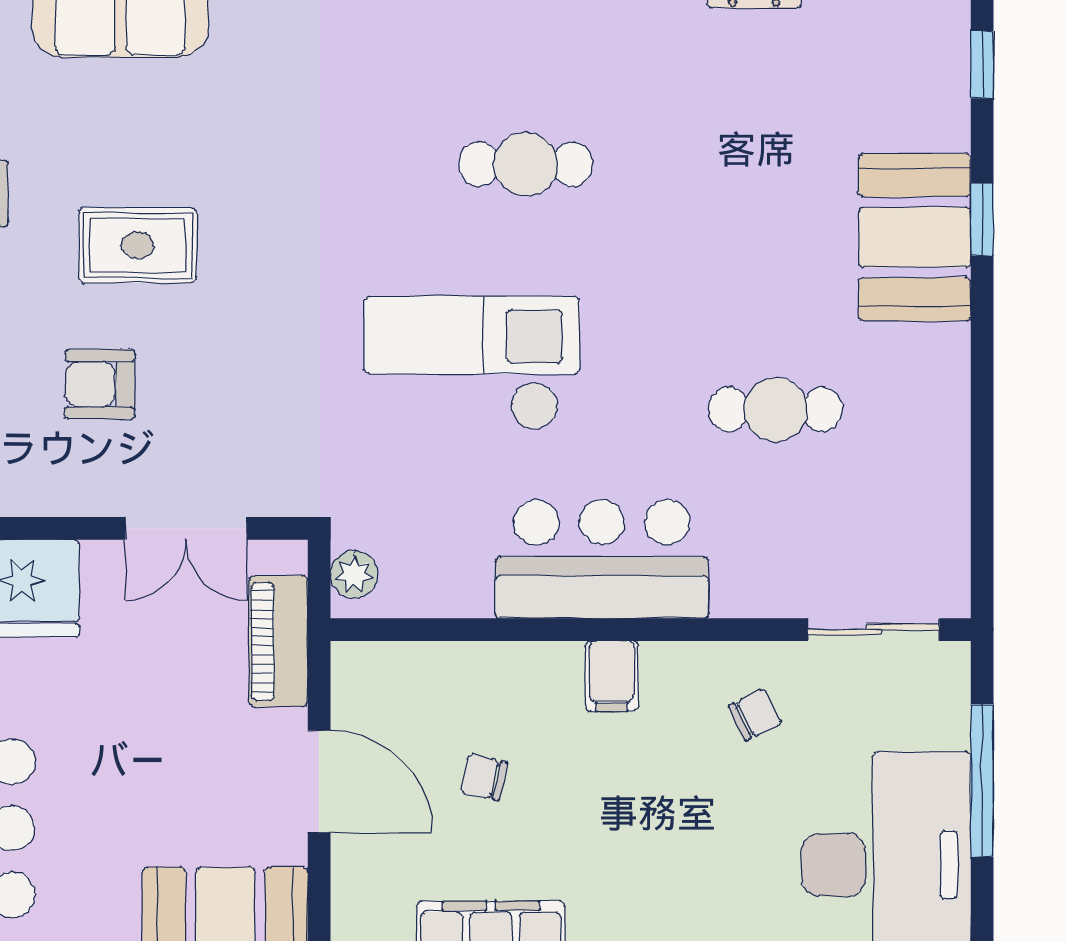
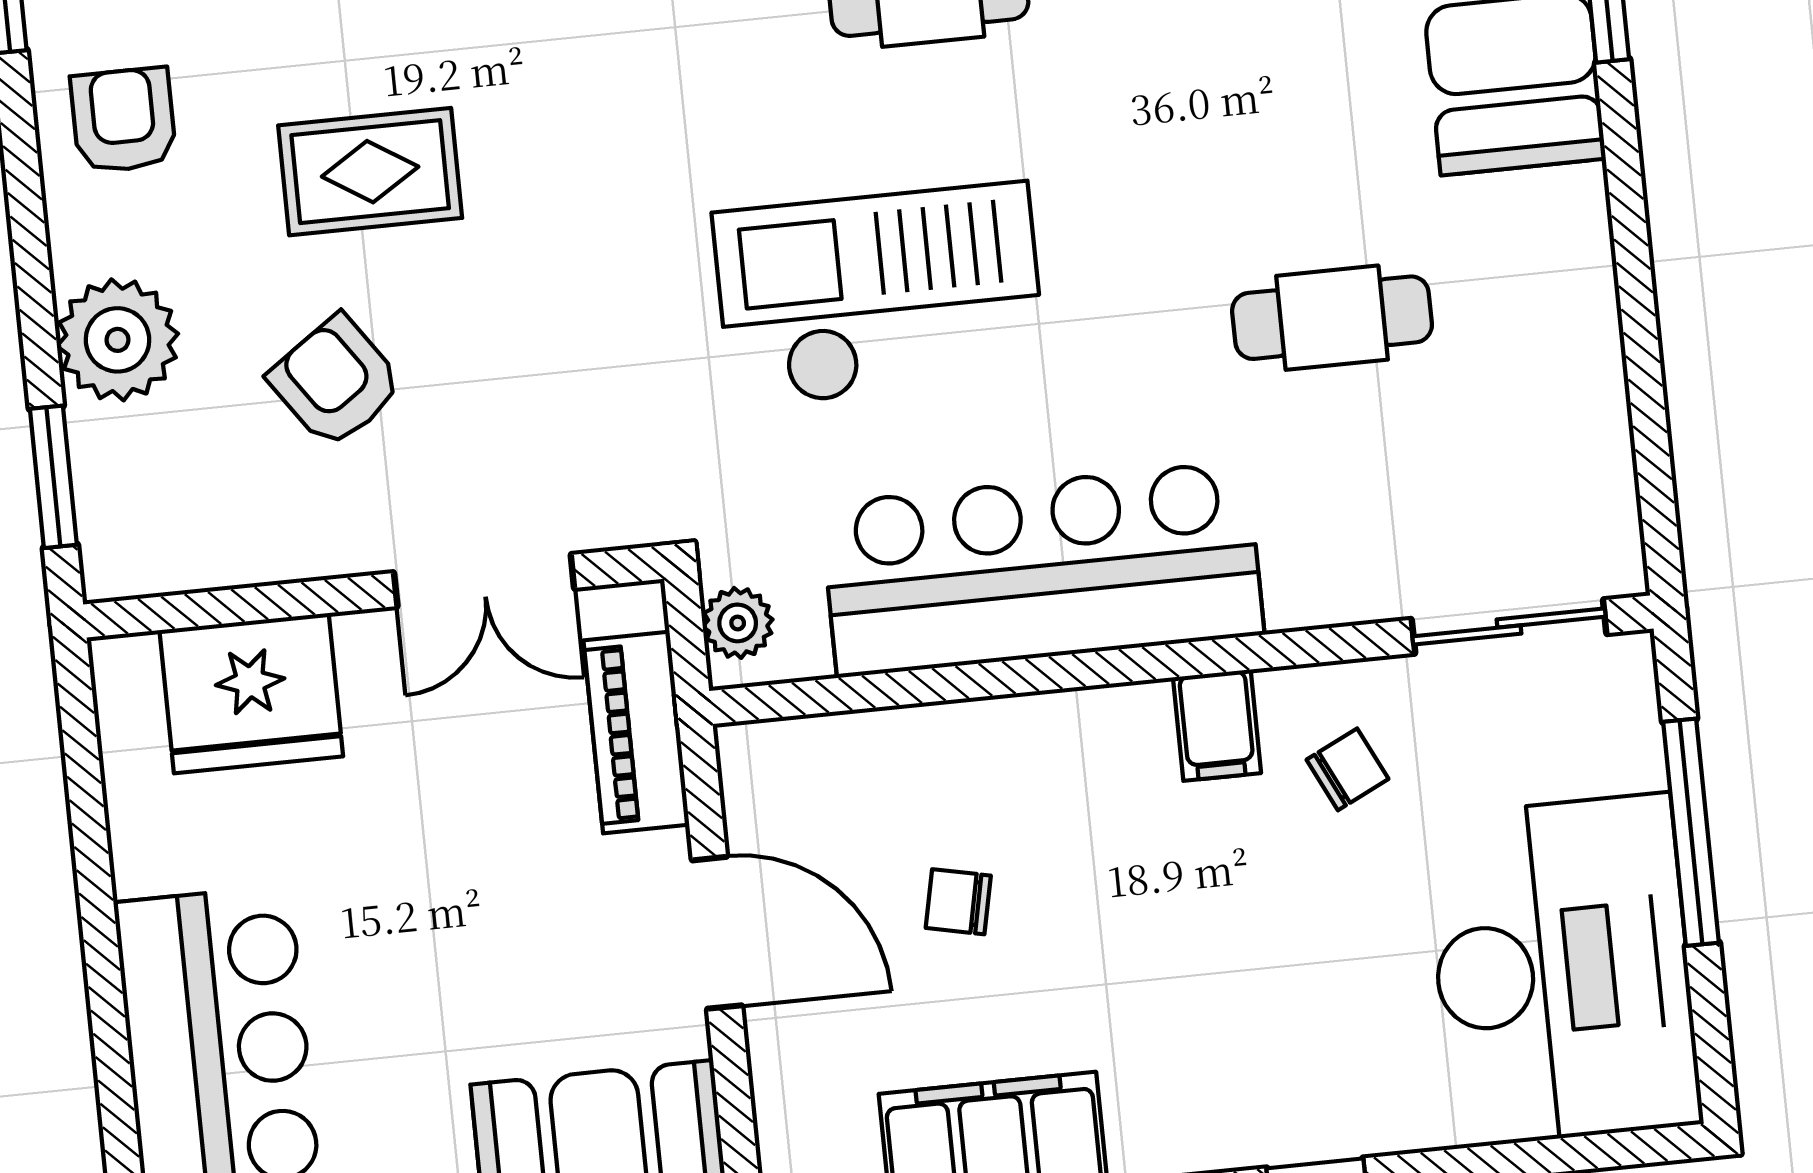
armchair: (100, 384) -> (336, 382), turned 55
bar counter: (602, 559) -> (1042, 569), width x1.36
filing cabinet: (612, 676) -> (1217, 725), moved

